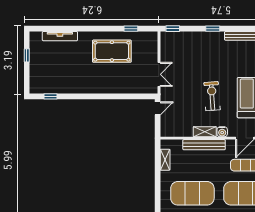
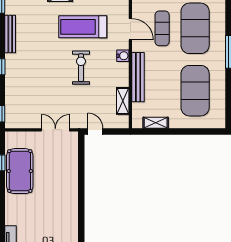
pool table: (112, 51) -> (20, 171), moved
exercise bike: (212, 96) -> (81, 68), turned 94
shelving: (205, 132) -> (123, 101), moved

